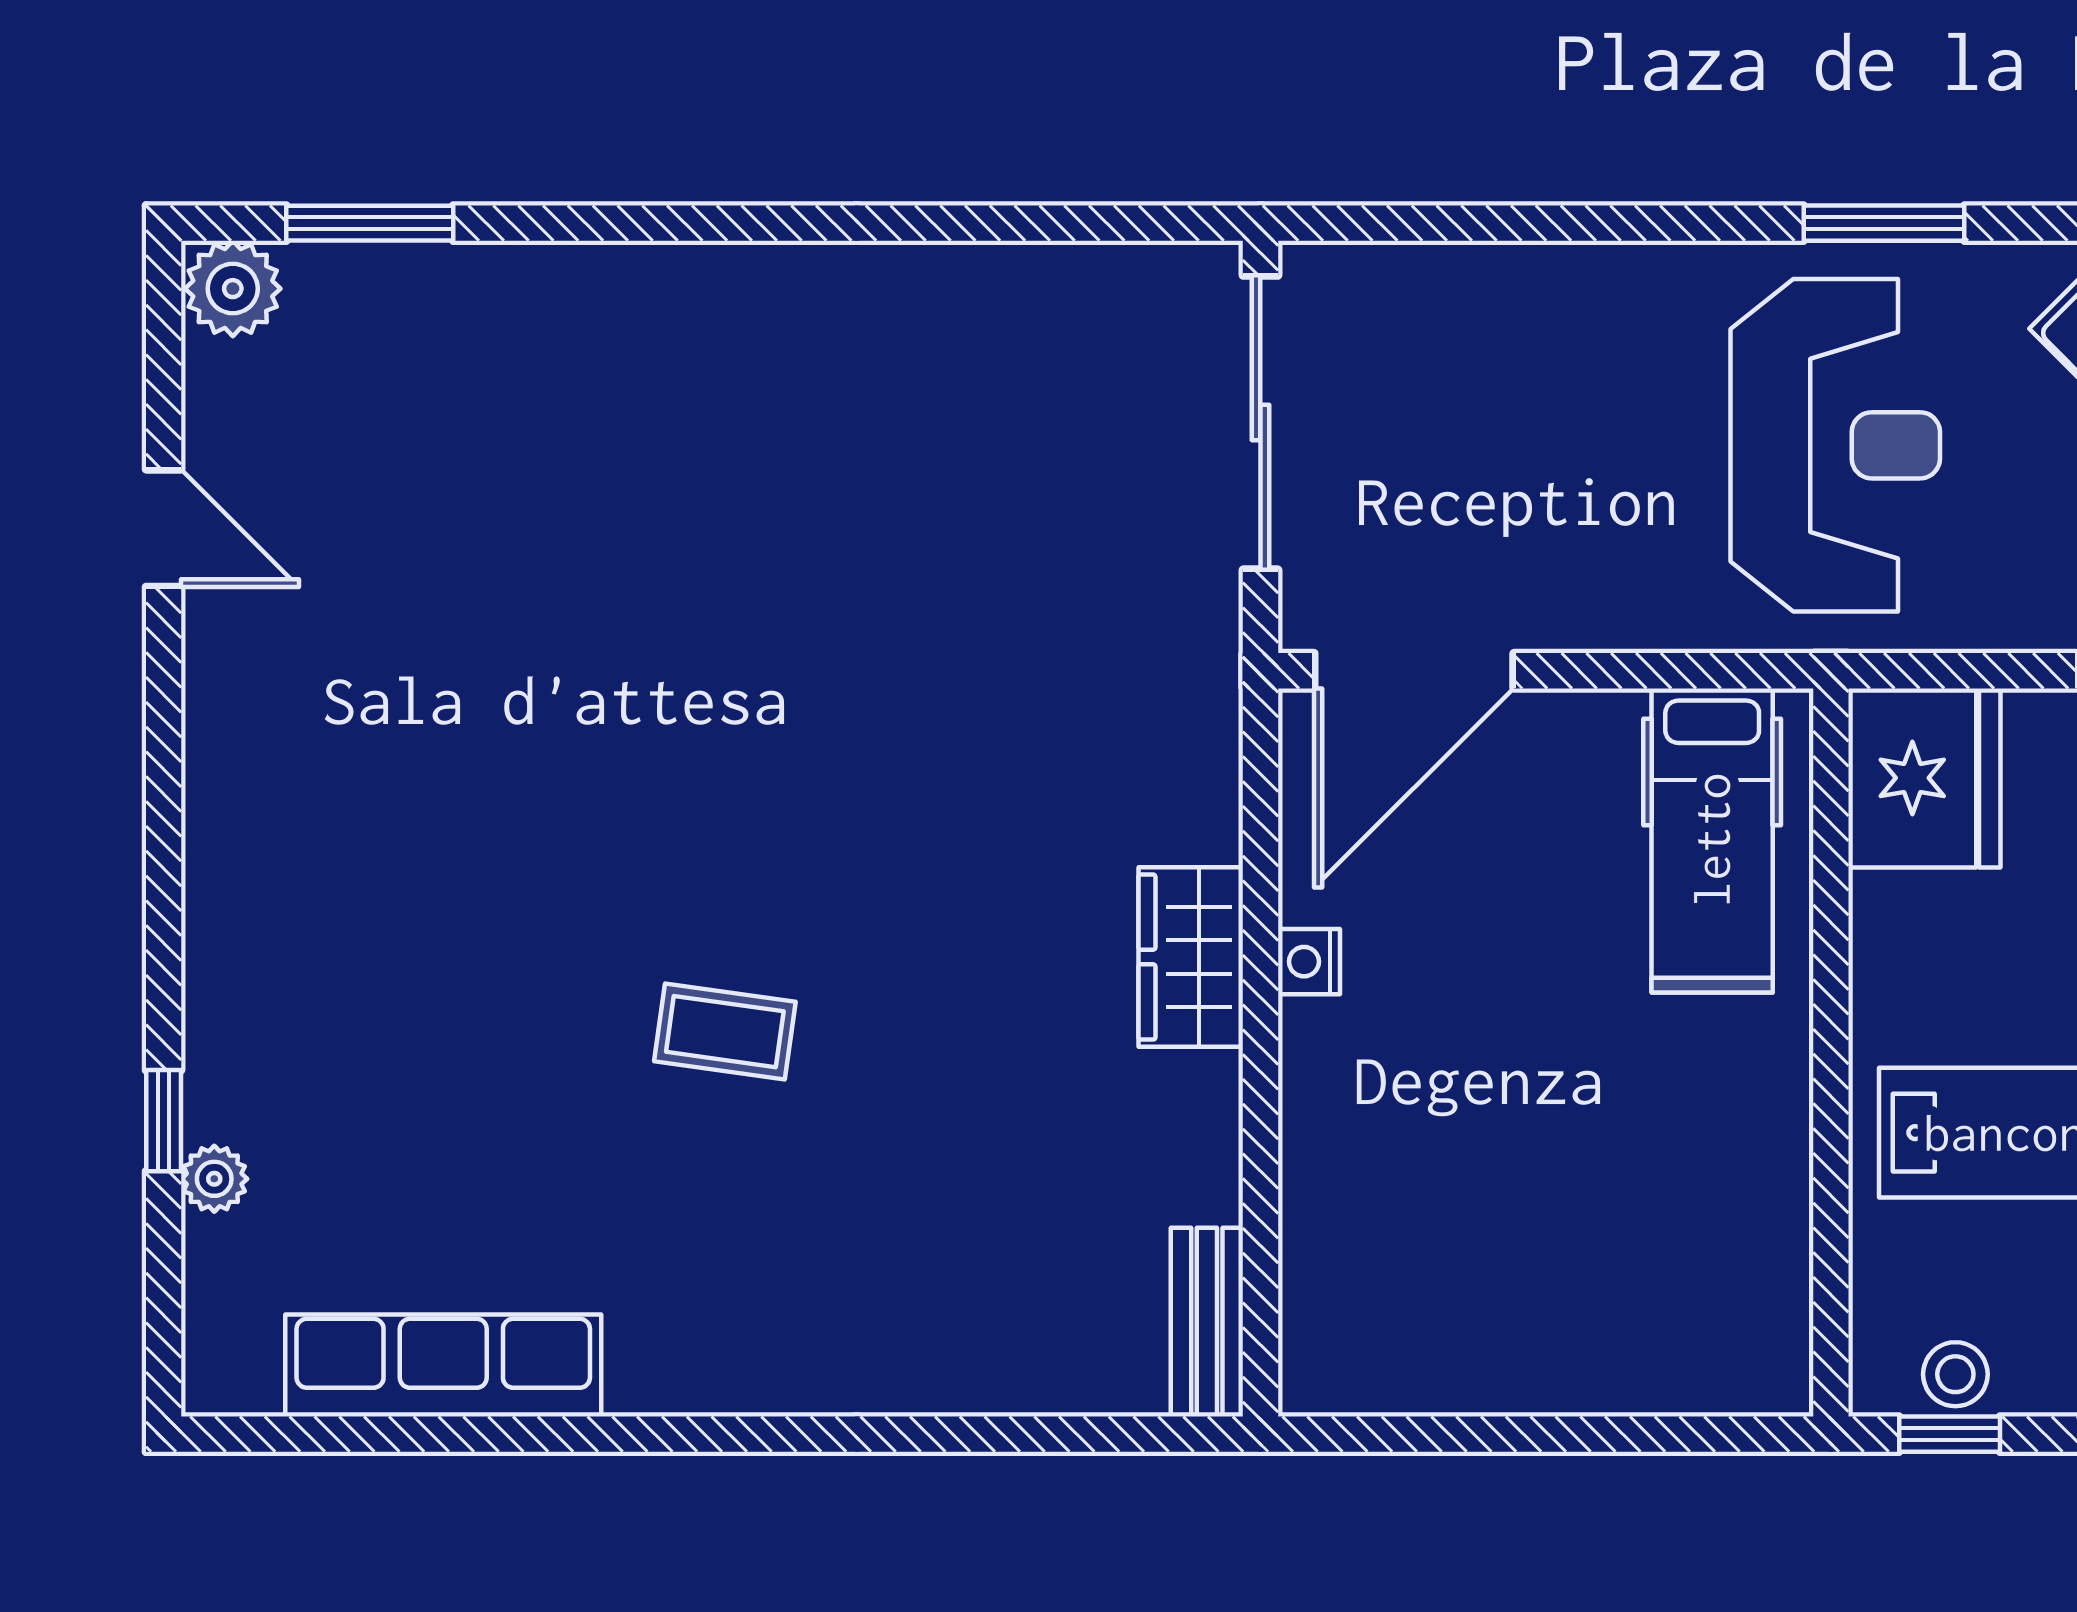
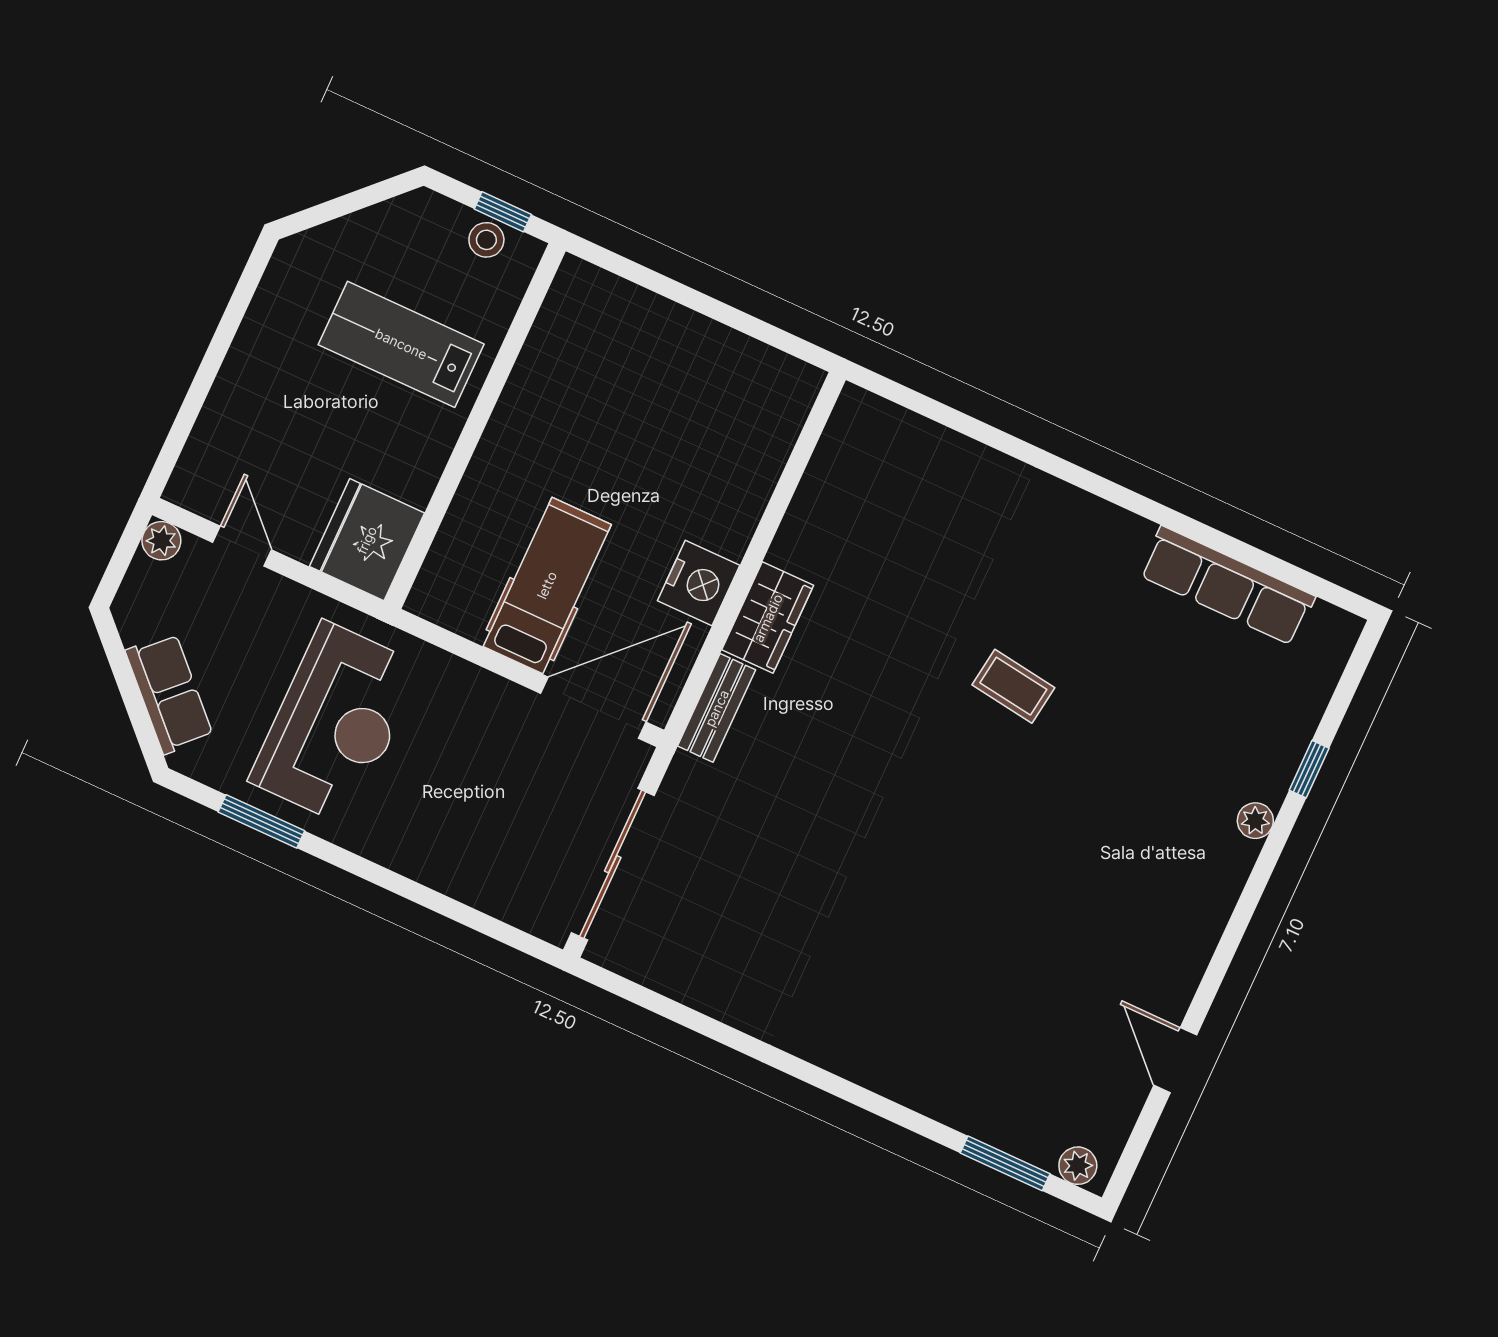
plant: (233, 289) -> (1078, 1166), width x0.73, depth x0.73
reception desk: (1835, 445) -> (336, 723), turned 180
hospital bed: (1712, 840) -> (547, 585), moved
nightstand: (1309, 962) -> (699, 583), width x1.89, depth x1.79
plant: (214, 1179) -> (1255, 821), moved
bench: (1207, 1322) -> (717, 708), moved

